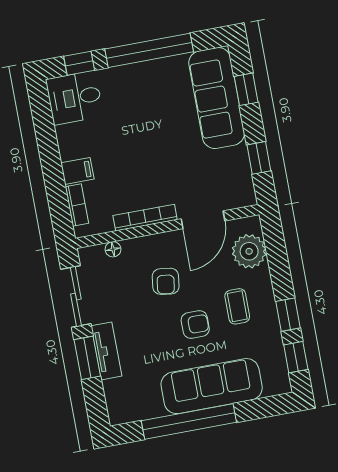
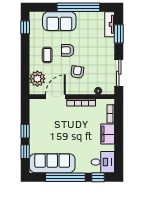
sofa: (217, 98) -> (52, 163), moved, turned -90
window: (259, 158) -> (25, 131), moved
filing cabinet: (77, 171) -> (108, 134), width x2.00
window: (288, 315) -> (25, 47), removed
tv unit: (106, 351) -> (110, 24), moved
window: (87, 358) -> (119, 34), moved
sofa: (212, 386) -> (59, 21), width x0.73

